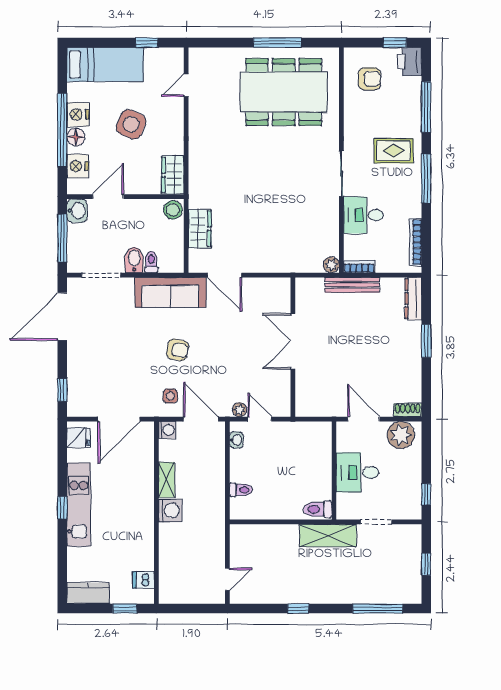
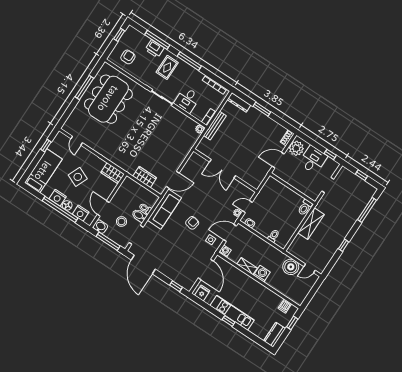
printer: (410, 61) -> (155, 49), moved
stool: (173, 210) -> (121, 222), moved
desk: (358, 472) -> (313, 160), moved, turned 180
shelving: (328, 536) -> (311, 224), moved
boiler: (211, 549) -> (291, 267), added
door: (227, 579) -> (309, 268), swing flipped

